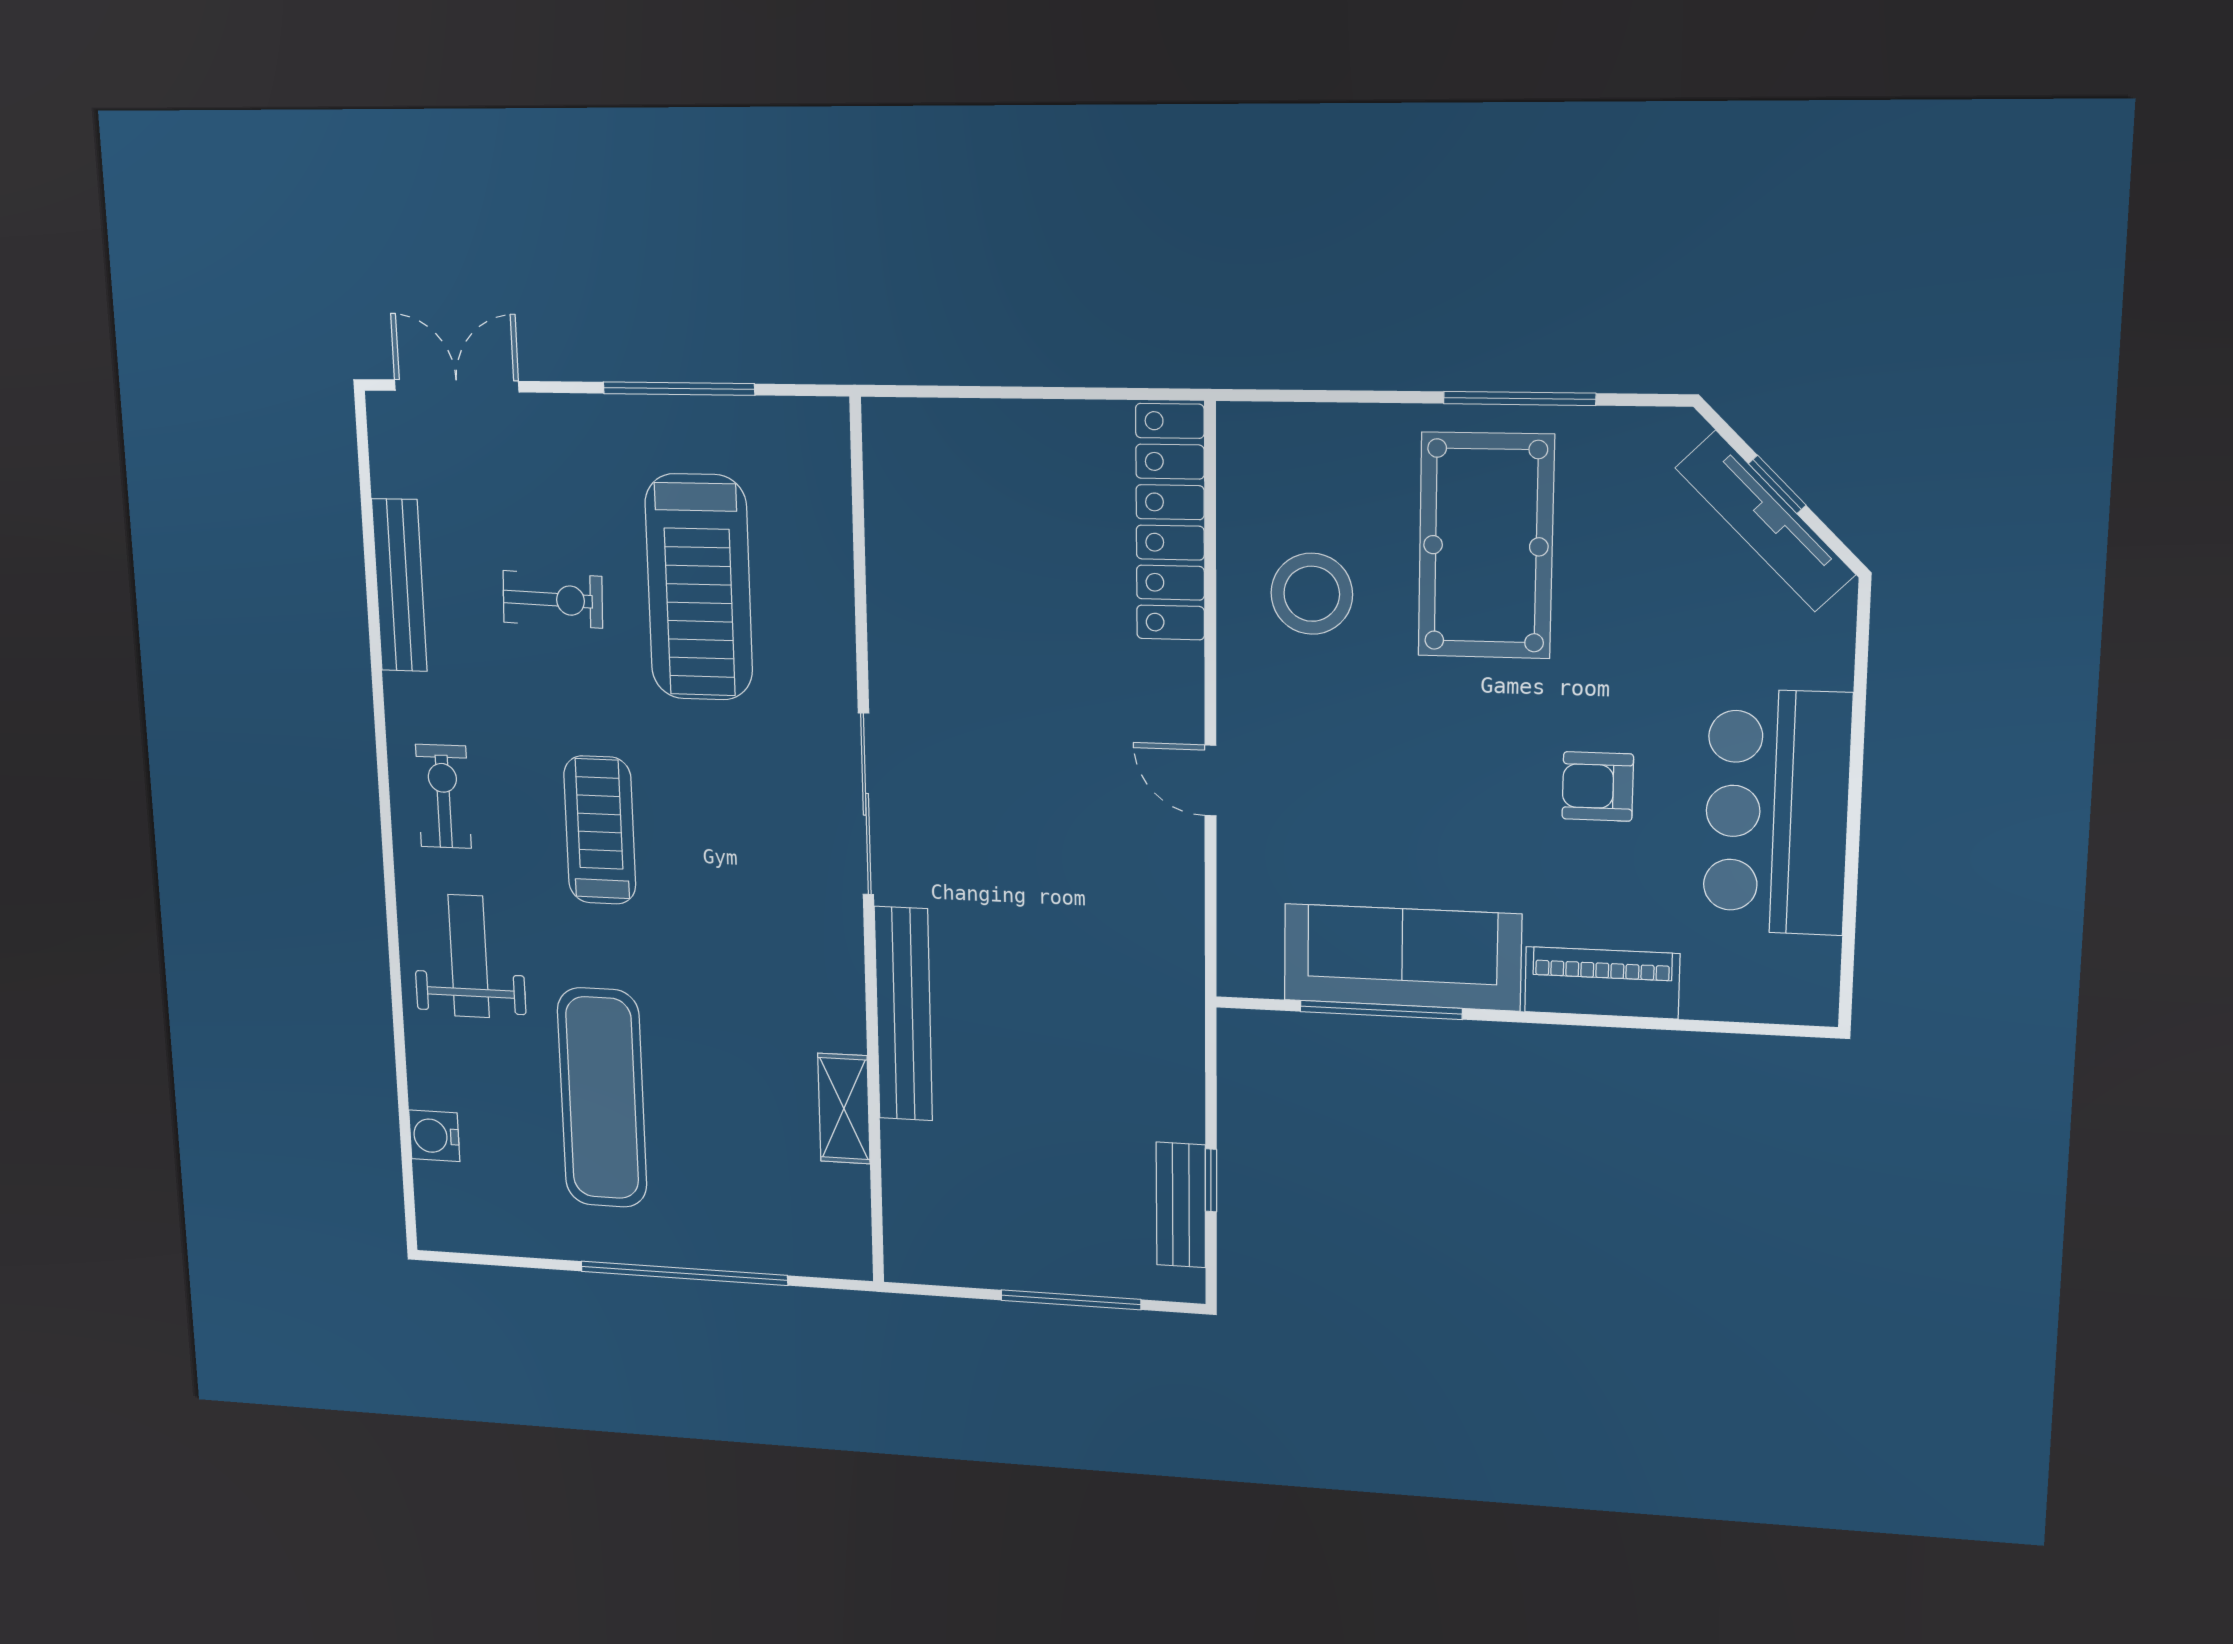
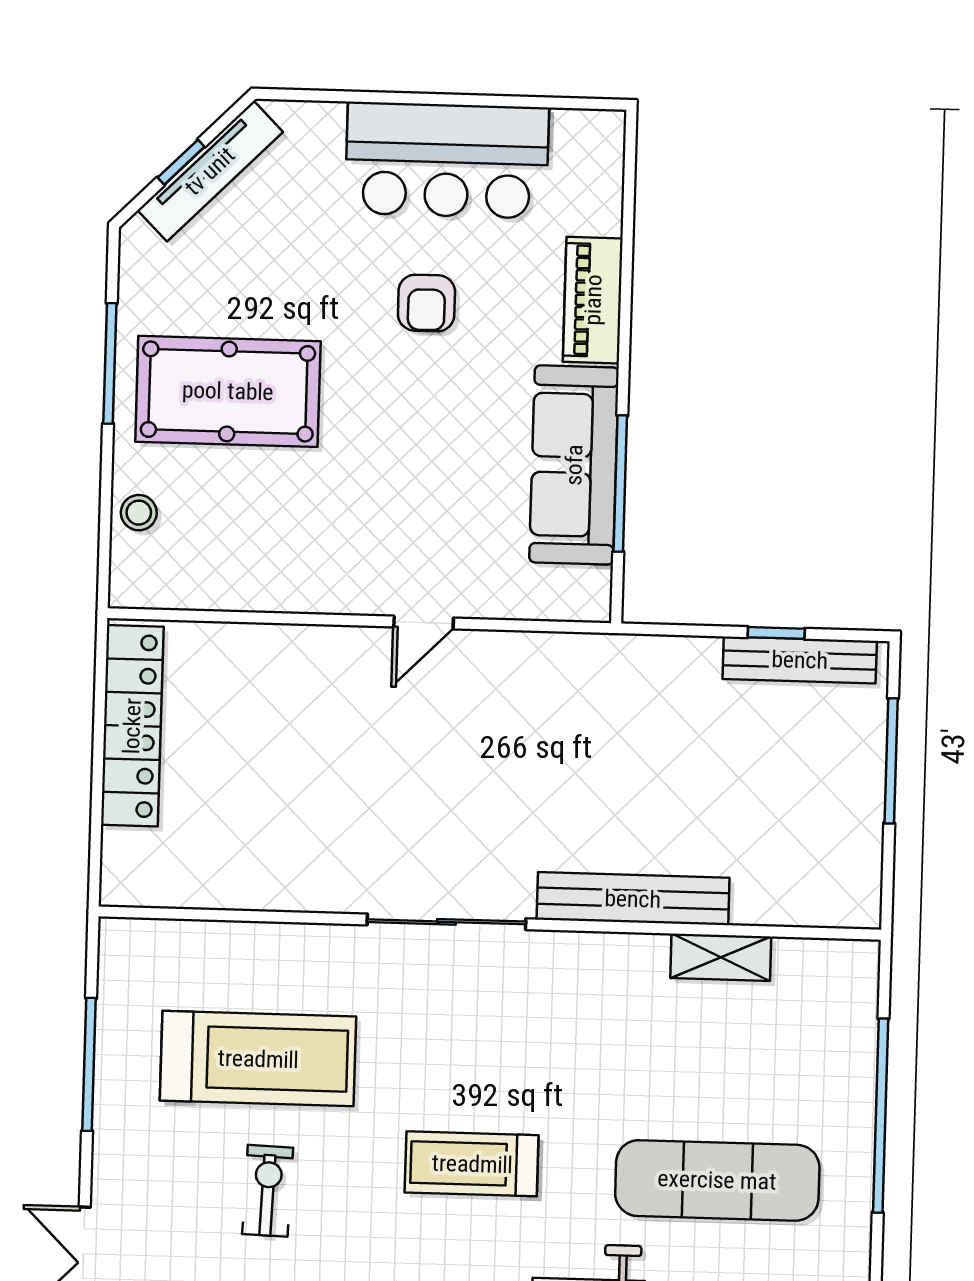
locker: (1170, 522) -> (132, 726), moved, turned -90
stool: (1312, 594) -> (139, 513), moved, width x0.53, depth x0.53
bench: (1181, 1205) -> (800, 660), width x1.36

